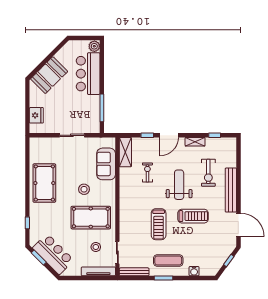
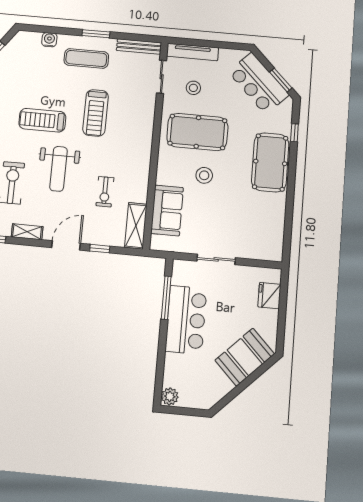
bar counter: (88, 74) -> (186, 320), moved
pool table: (44, 183) -> (270, 162), moved
treadmill: (159, 224) -> (96, 113), turned 180

